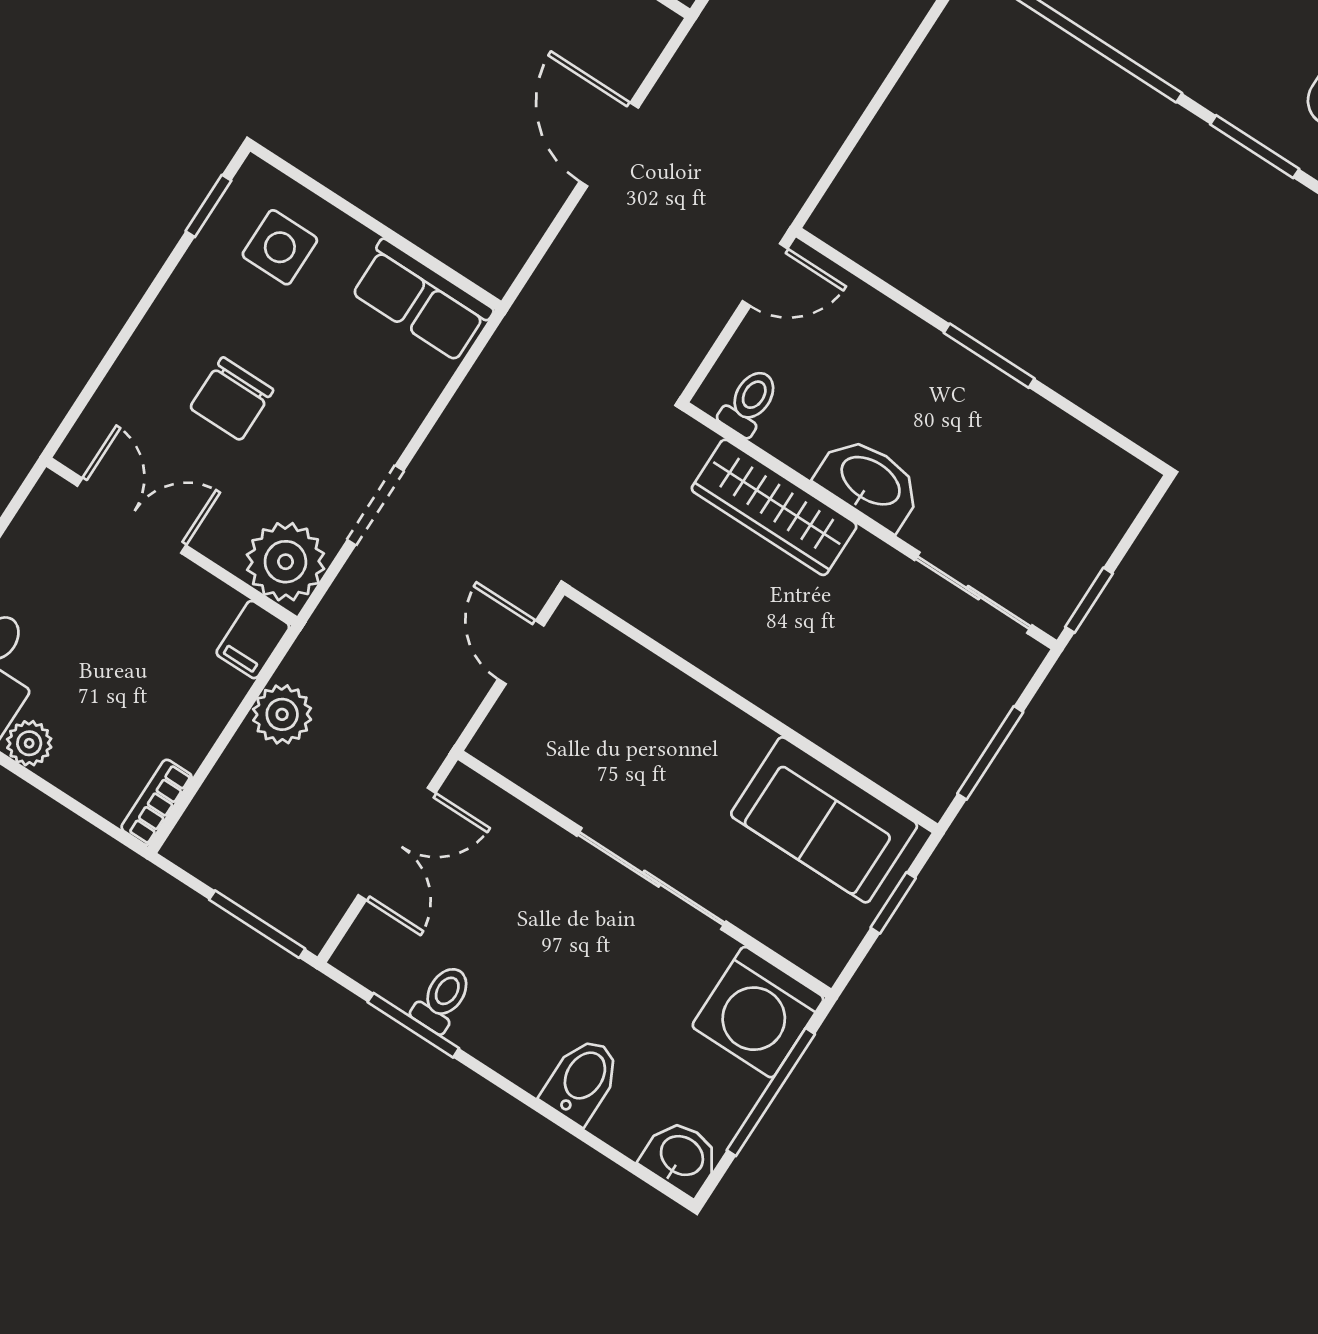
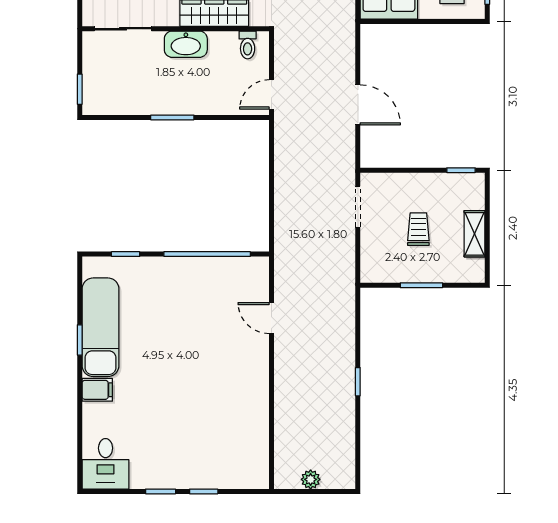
window: (1255, 147) -> (126, 254), width x0.67
window: (1089, 600) -> (80, 89), moved

